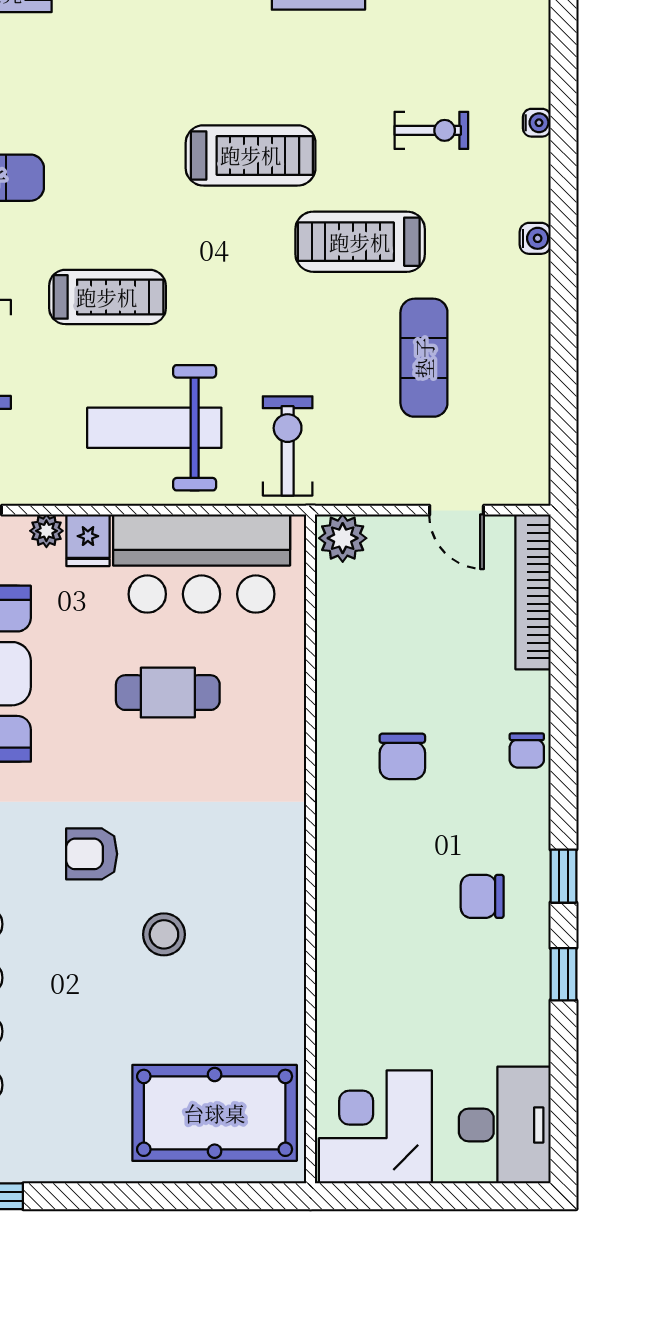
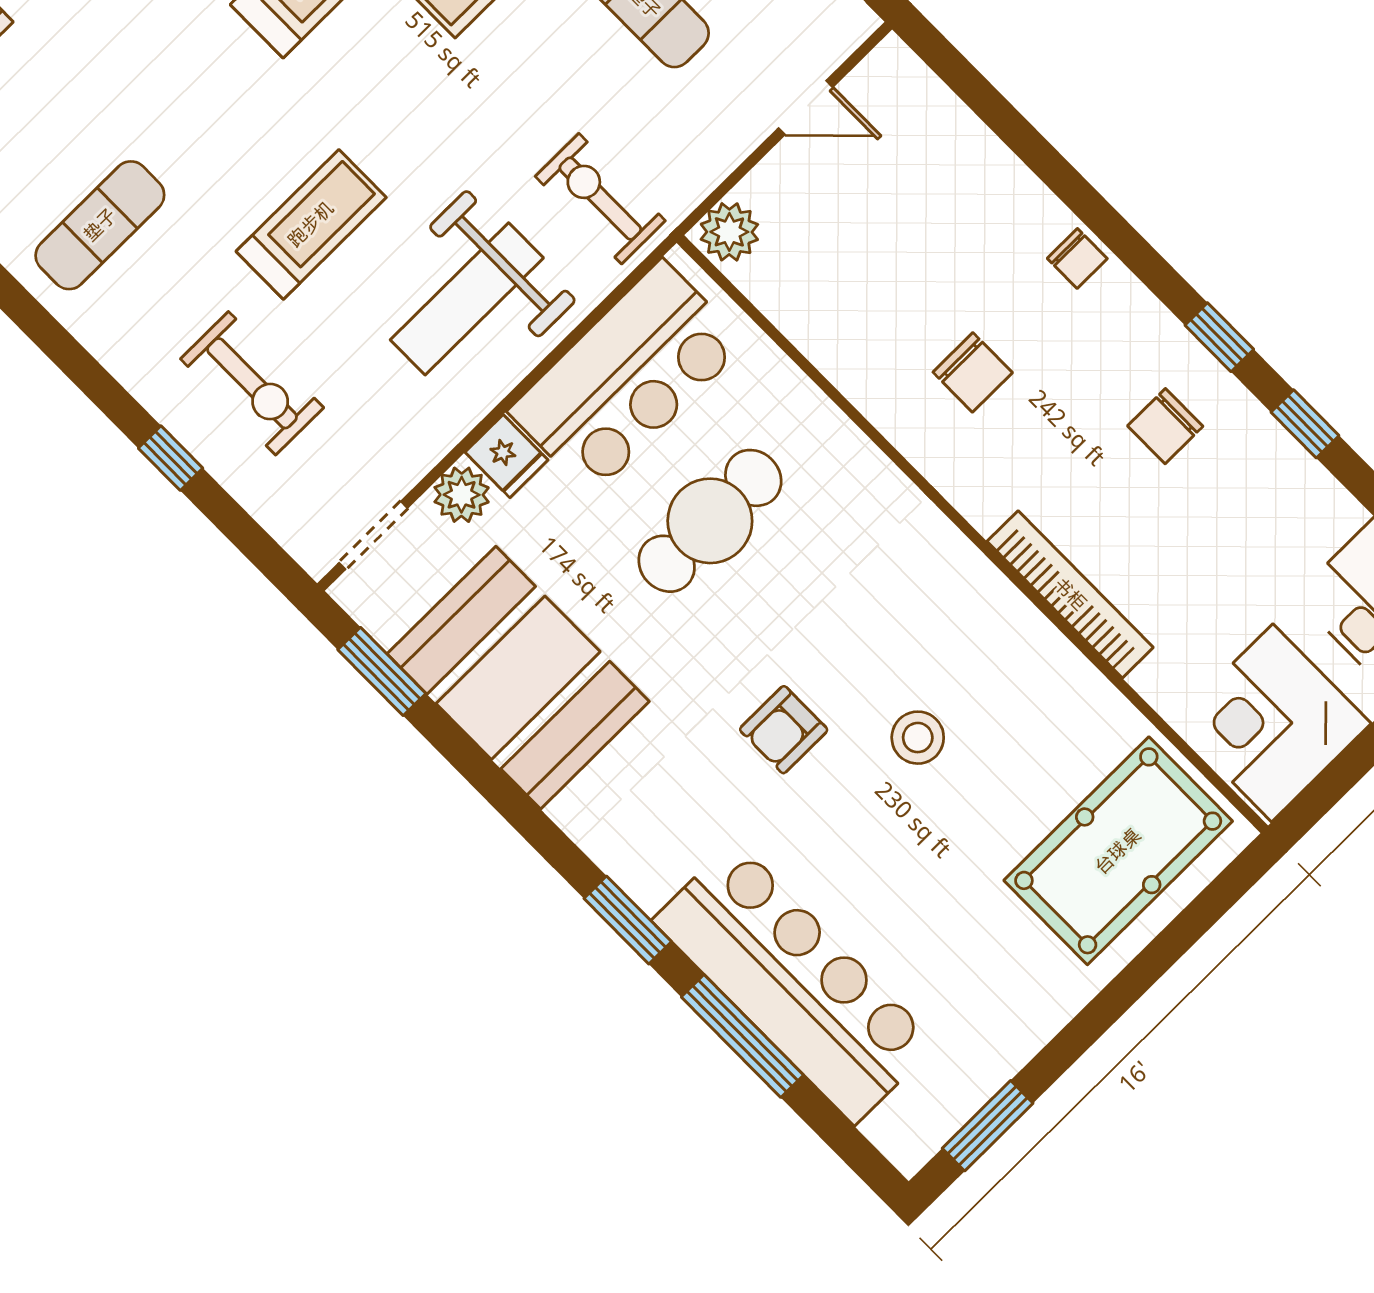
plant: (46, 531) -> (462, 495), width x1.38, depth x1.38
bookcase: (533, 592) -> (1070, 594), moved, turned 180
cafe table: (168, 693) -> (710, 521), width x1.37, depth x1.35

